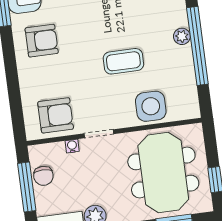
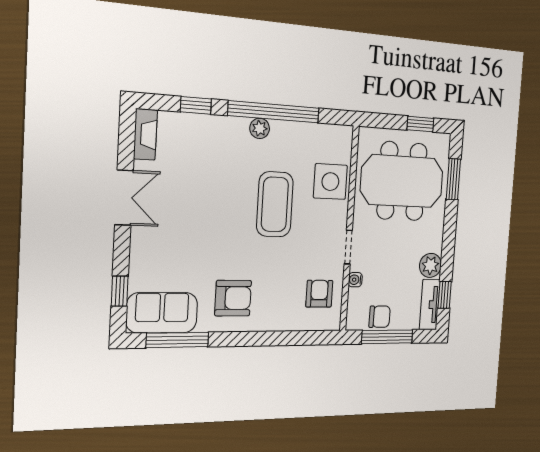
armchair: (42, 41) -> (233, 298), turned 90
coffee table: (123, 61) -> (275, 204), width x1.36, depth x1.32
armchair: (56, 115) -> (319, 294), width x0.72, depth x0.72

